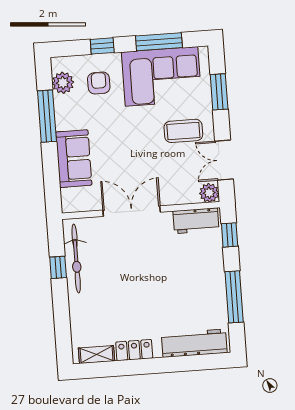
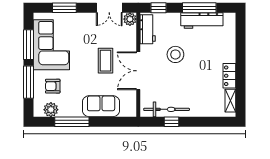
window: (102, 46) -> (29, 82), width x2.17
coffee table: (183, 131) -> (106, 61), moved
stool: (161, 266) -> (175, 54), added
workbench: (194, 343) -> (202, 21), moved, turned -90

